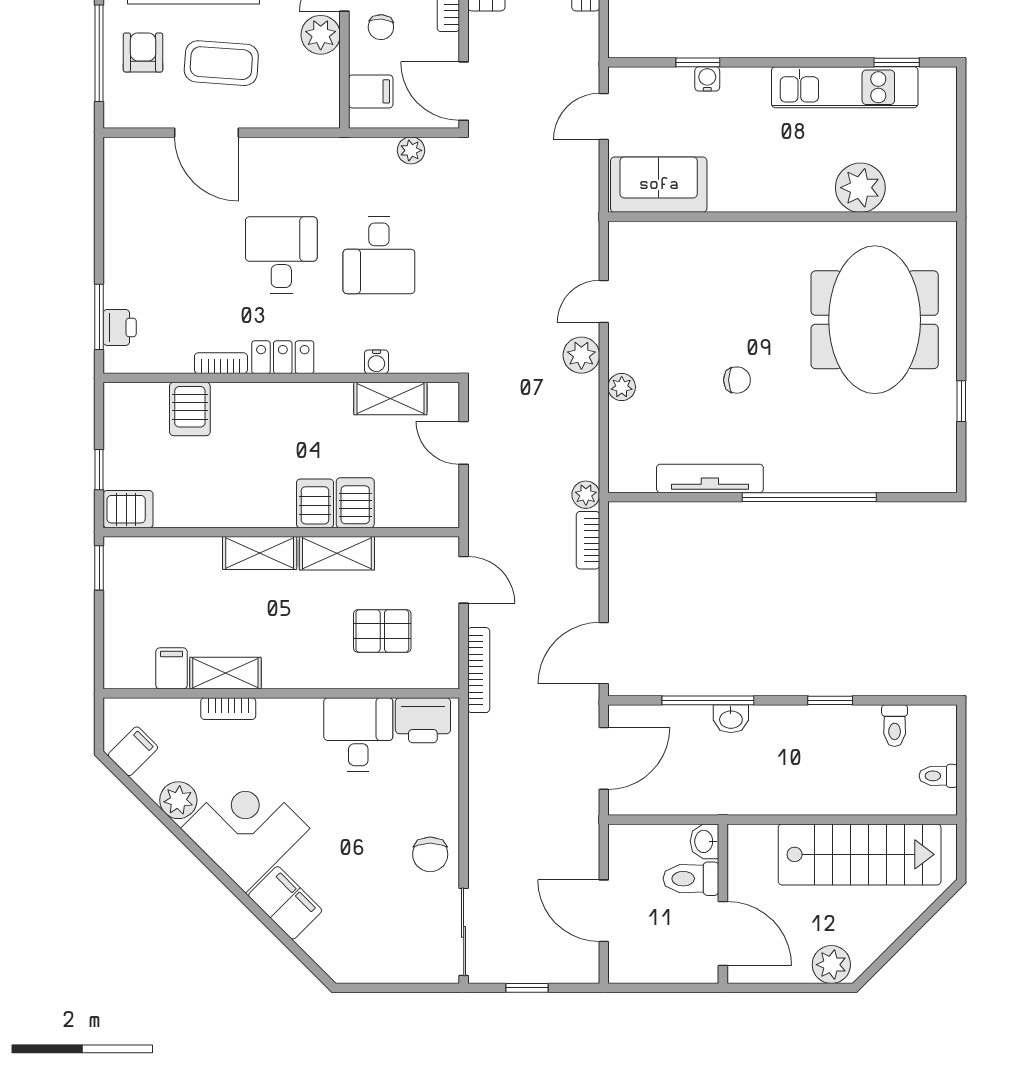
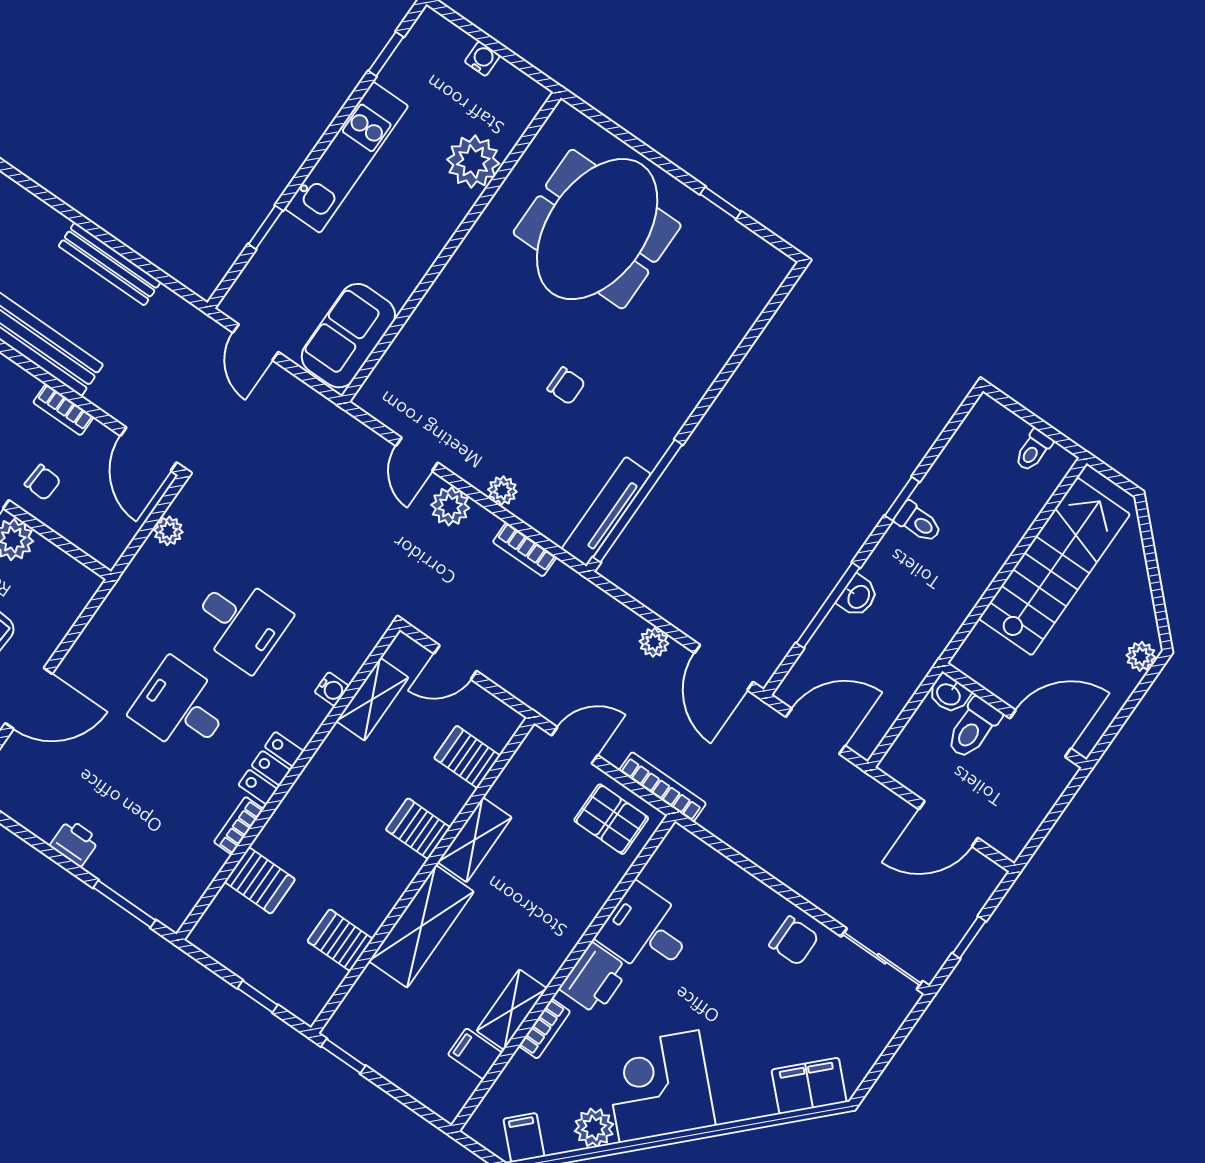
water cooler: (707, 79) -> (482, 59), moved, turned 90
kitchen unit: (845, 87) -> (346, 157), moved
filing cabinet: (371, 91) -> (93, 530), removed
door: (464, 91) -> (149, 449), hinge flipped
meeting table: (875, 320) -> (597, 229), turned 90
printer: (120, 327) -> (75, 843), moved
chair: (737, 380) -> (566, 386), turned 90
tv unit: (710, 478) -> (606, 511), moved
plant: (586, 495) -> (654, 642), moved
window: (809, 497) -> (638, 501), moved
server rack: (355, 503) -> (467, 757), moved
server rack: (128, 509) -> (340, 940), moved, turned -90
bookcase: (588, 540) -> (525, 550), moved
shelving: (260, 553) -> (421, 926), width x1.50, depth x1.33
pallet: (382, 631) -> (611, 819), moved, turned 90
printer: (423, 720) -> (594, 979), moved
toilet: (895, 726) -> (918, 522), moved
door: (604, 758) -> (816, 731), hinge flipped
filing cabinet: (285, 903) -> (809, 1086), moved
plant: (831, 965) -> (1141, 656), width x0.73, depth x0.73

